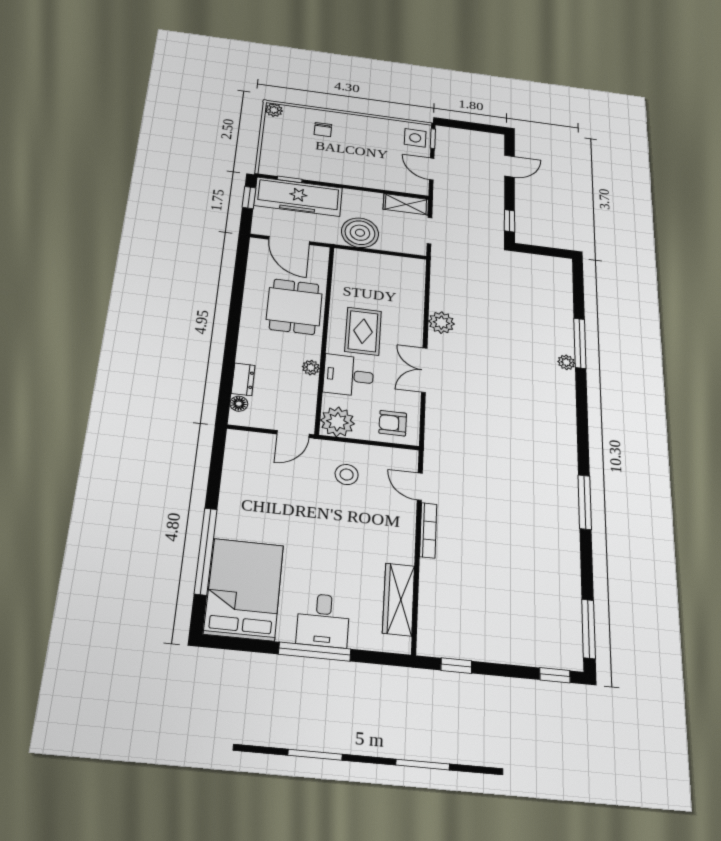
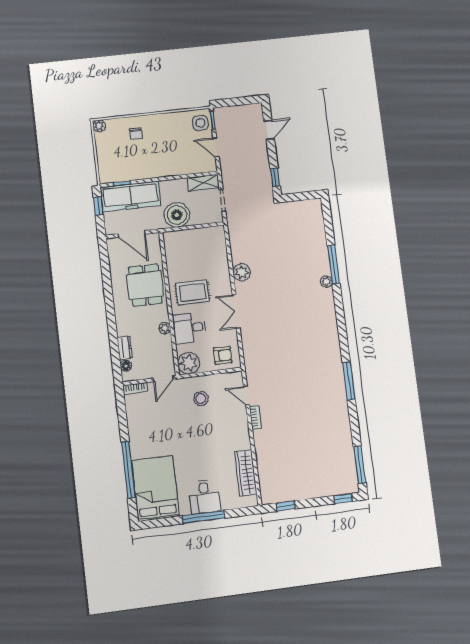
rug: (363, 331) -> (193, 292), turned 90
armchair: (393, 423) -> (223, 355), turned 180
bookcase: (246, 438) -> (135, 389), added
bookcase: (428, 530) -> (255, 417), width x0.64

